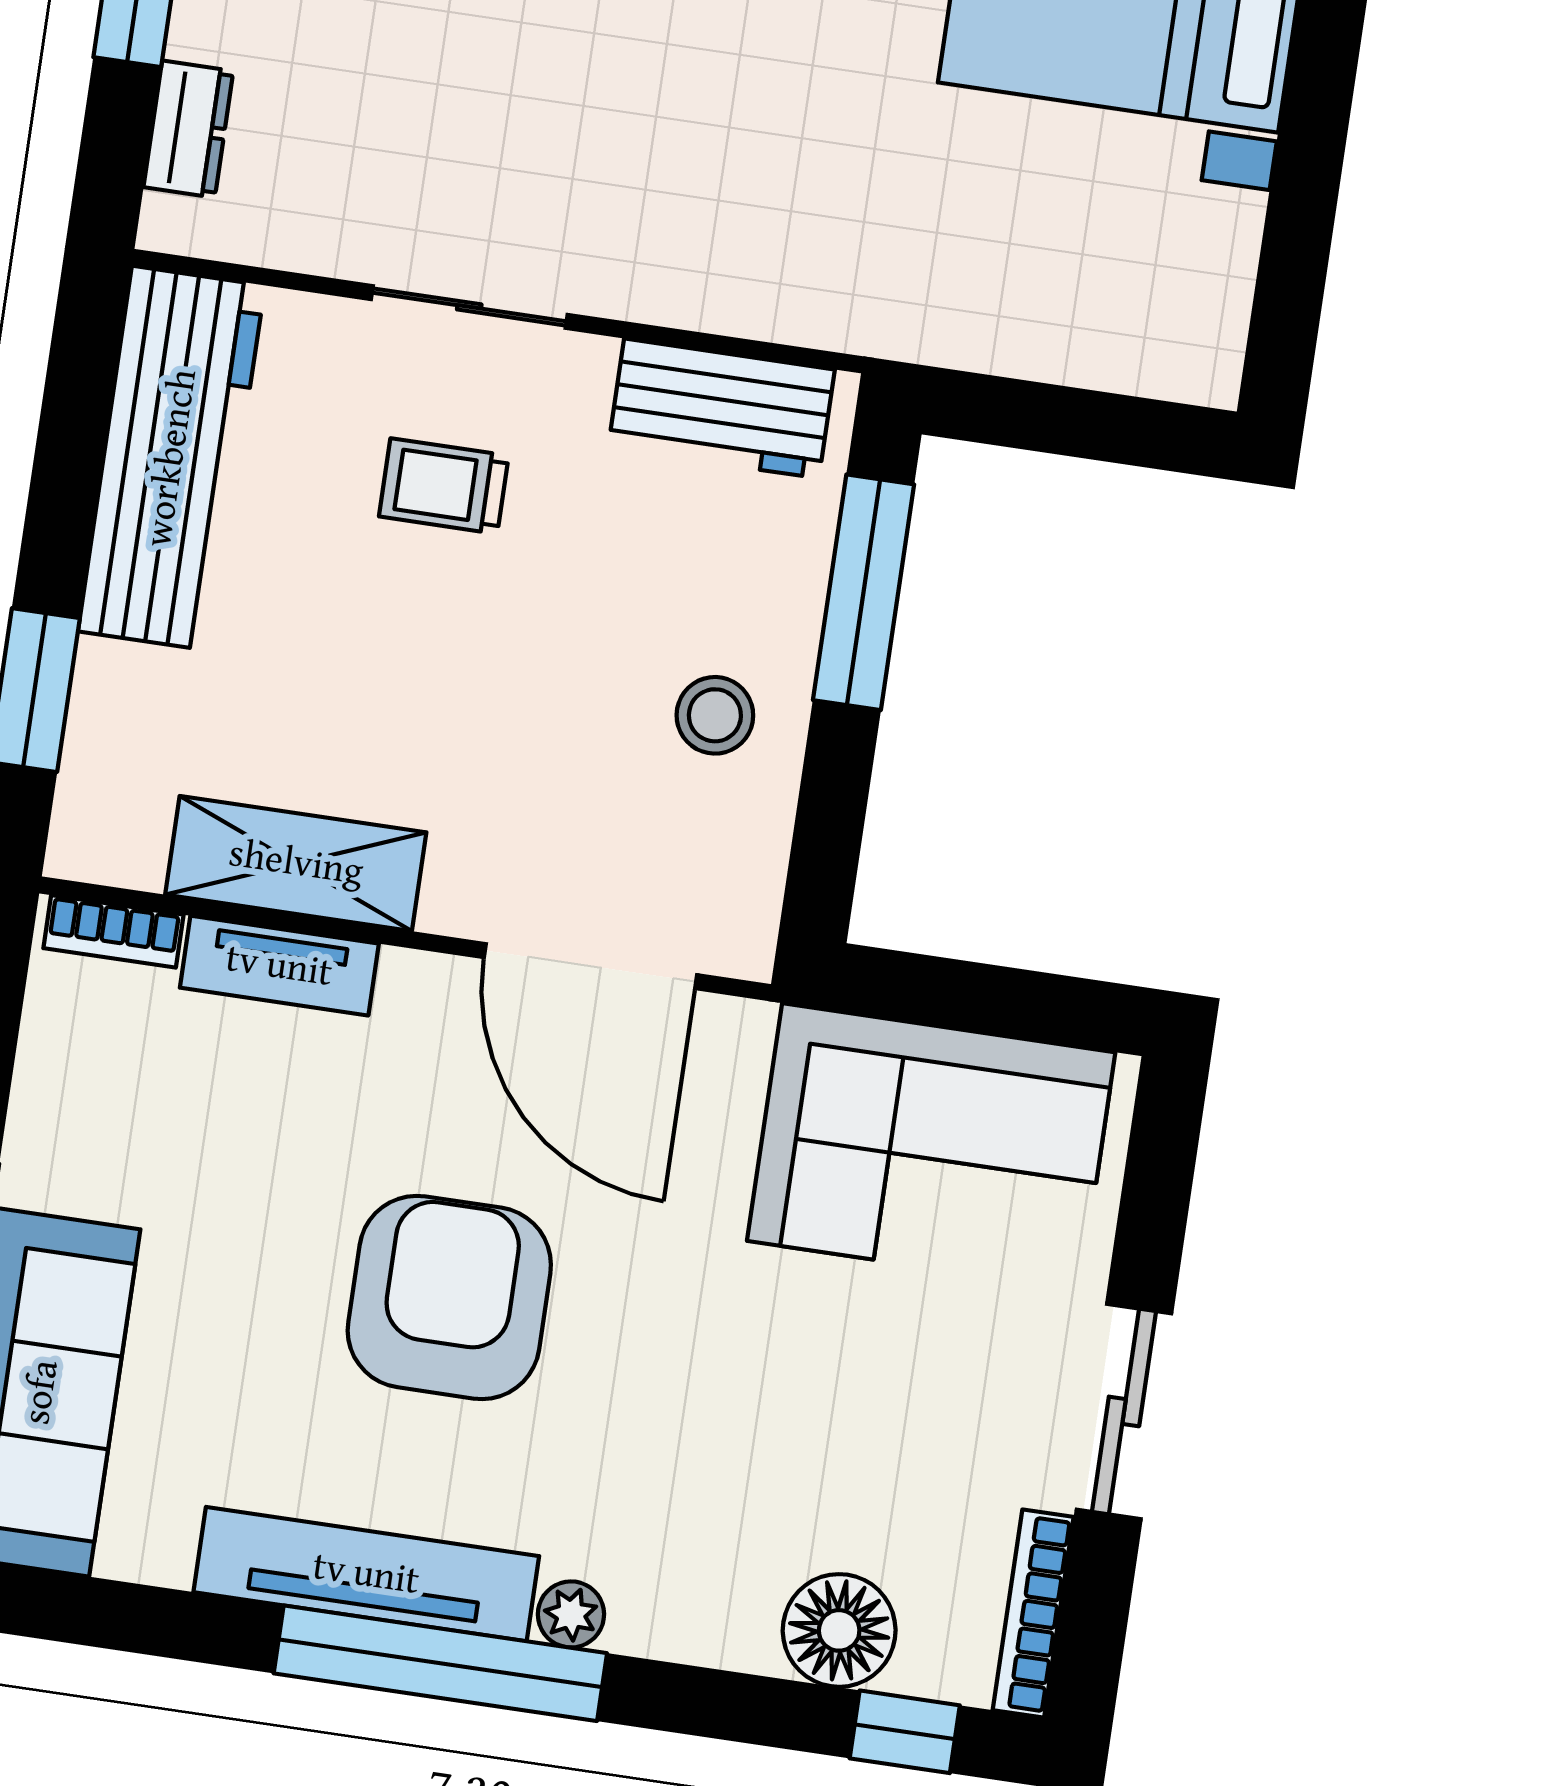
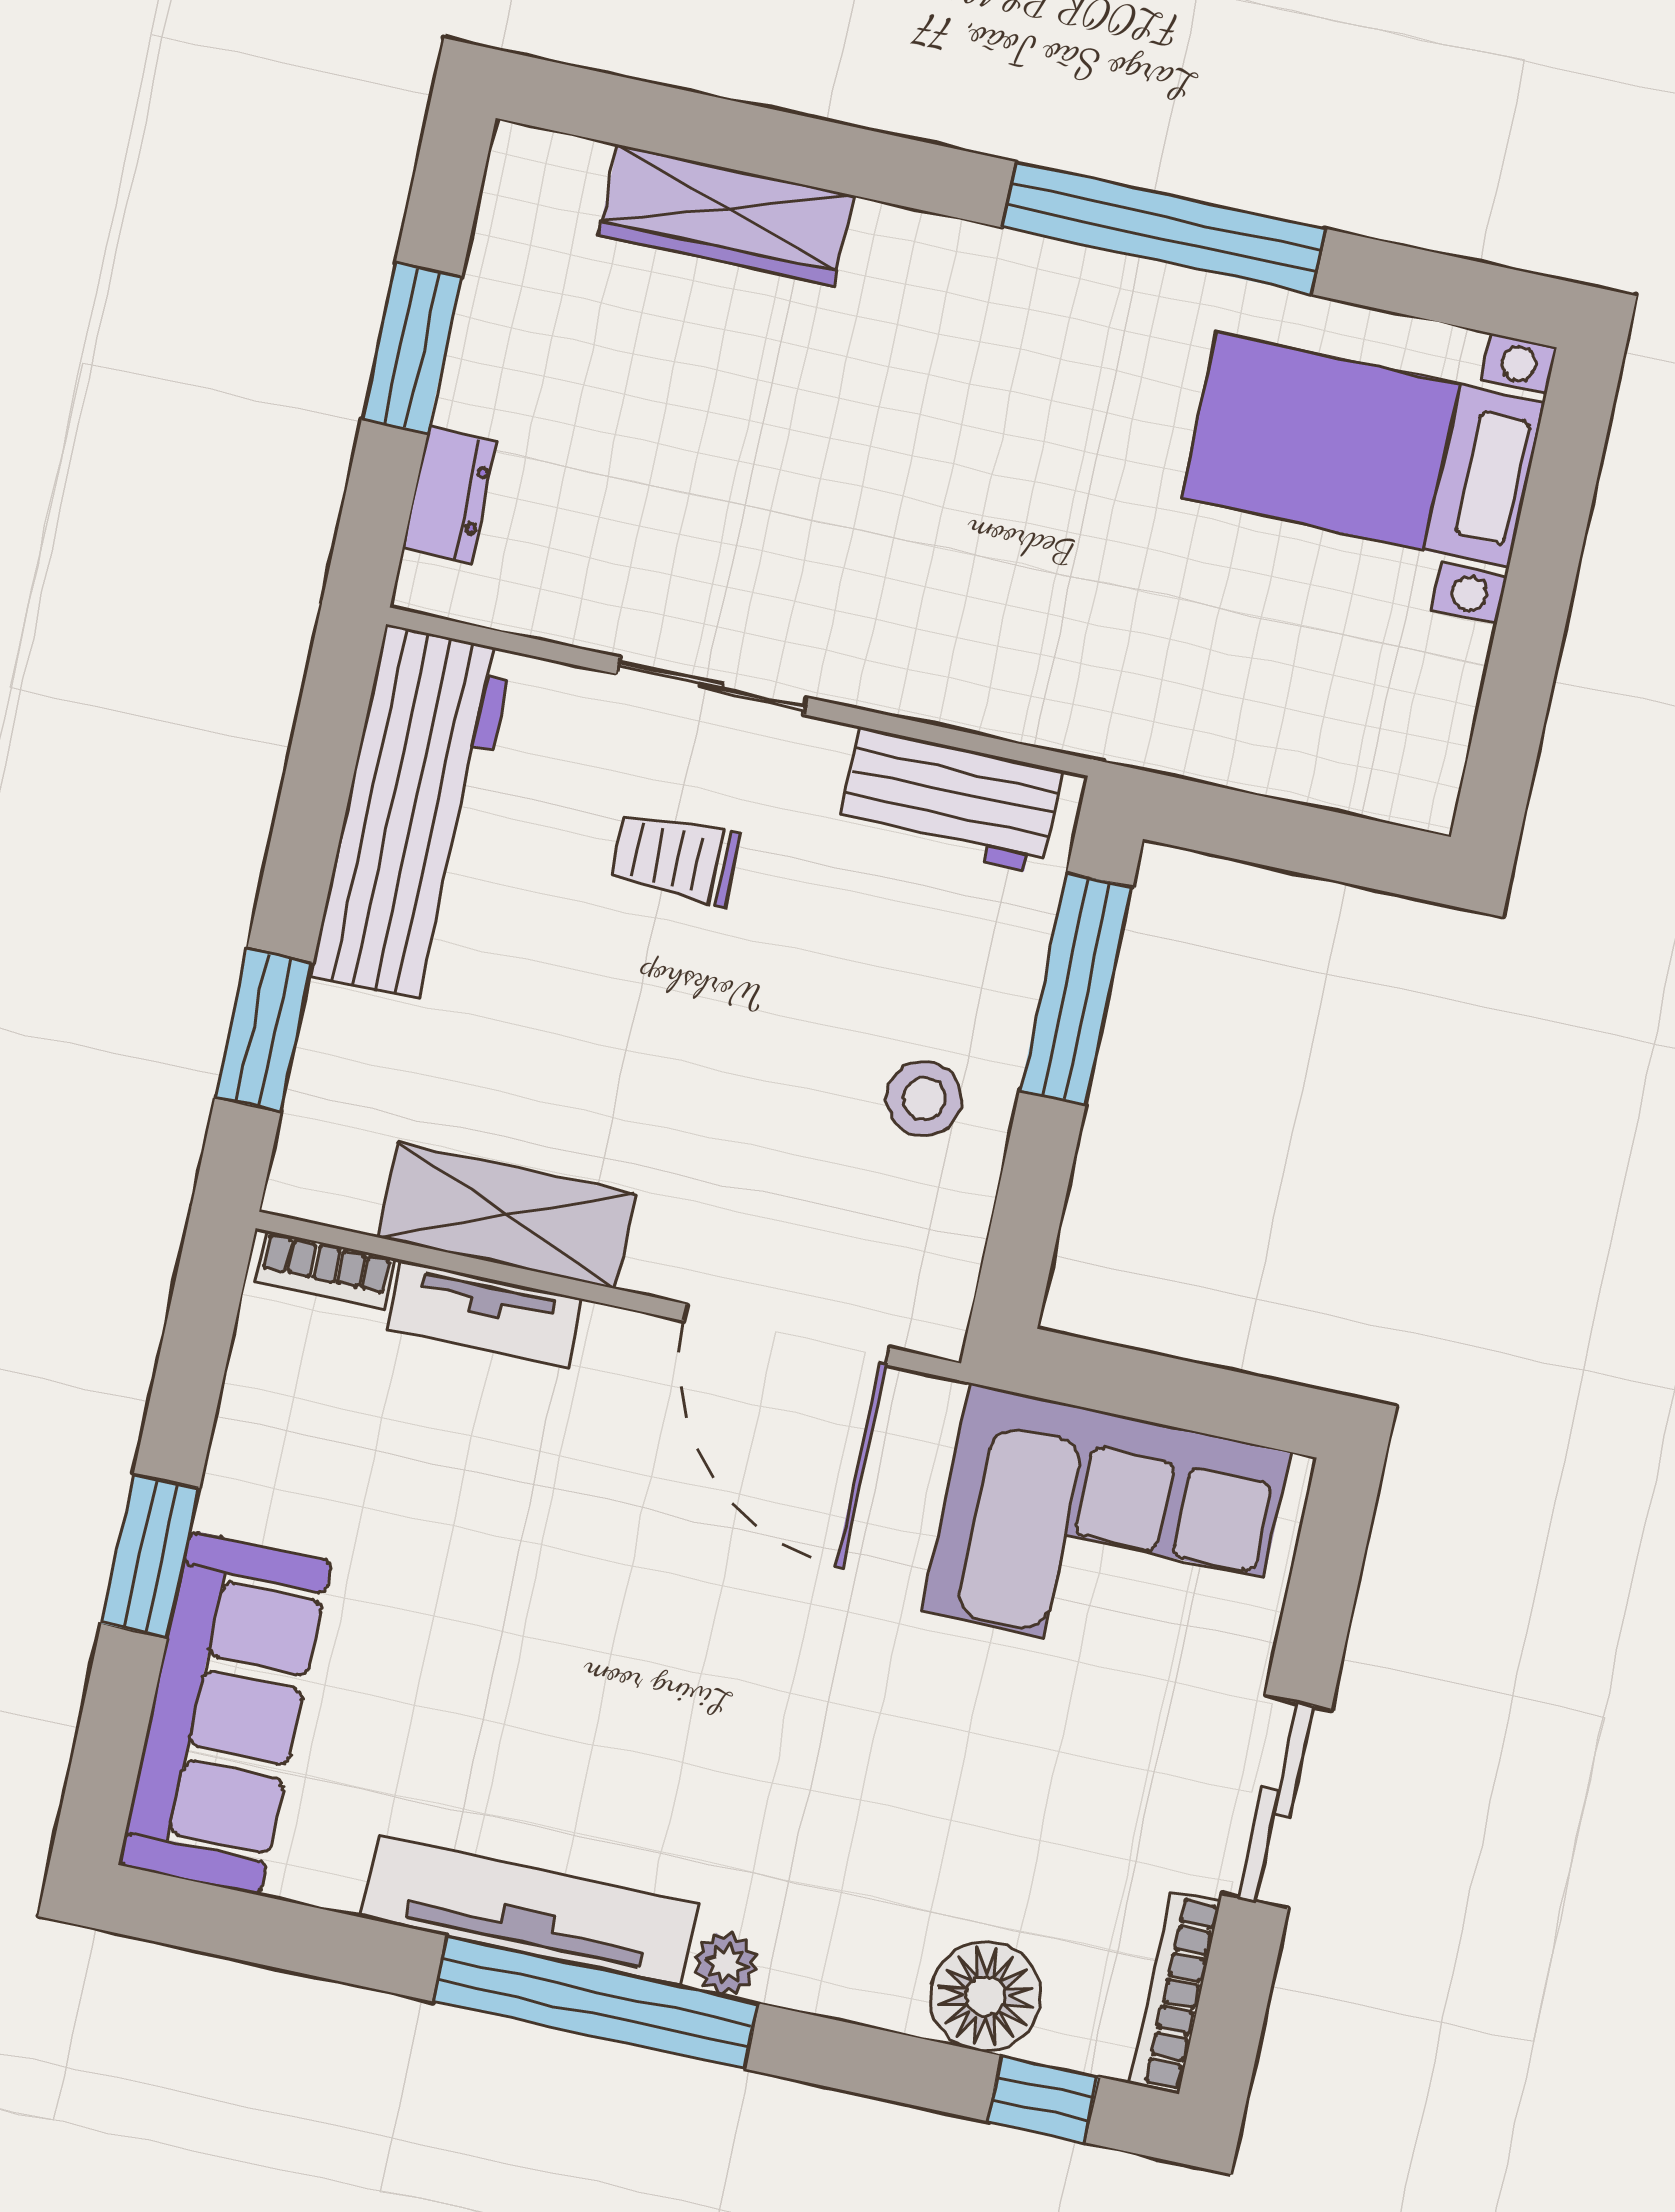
armchair: (449, 1297) -> (628, 1647), removed

